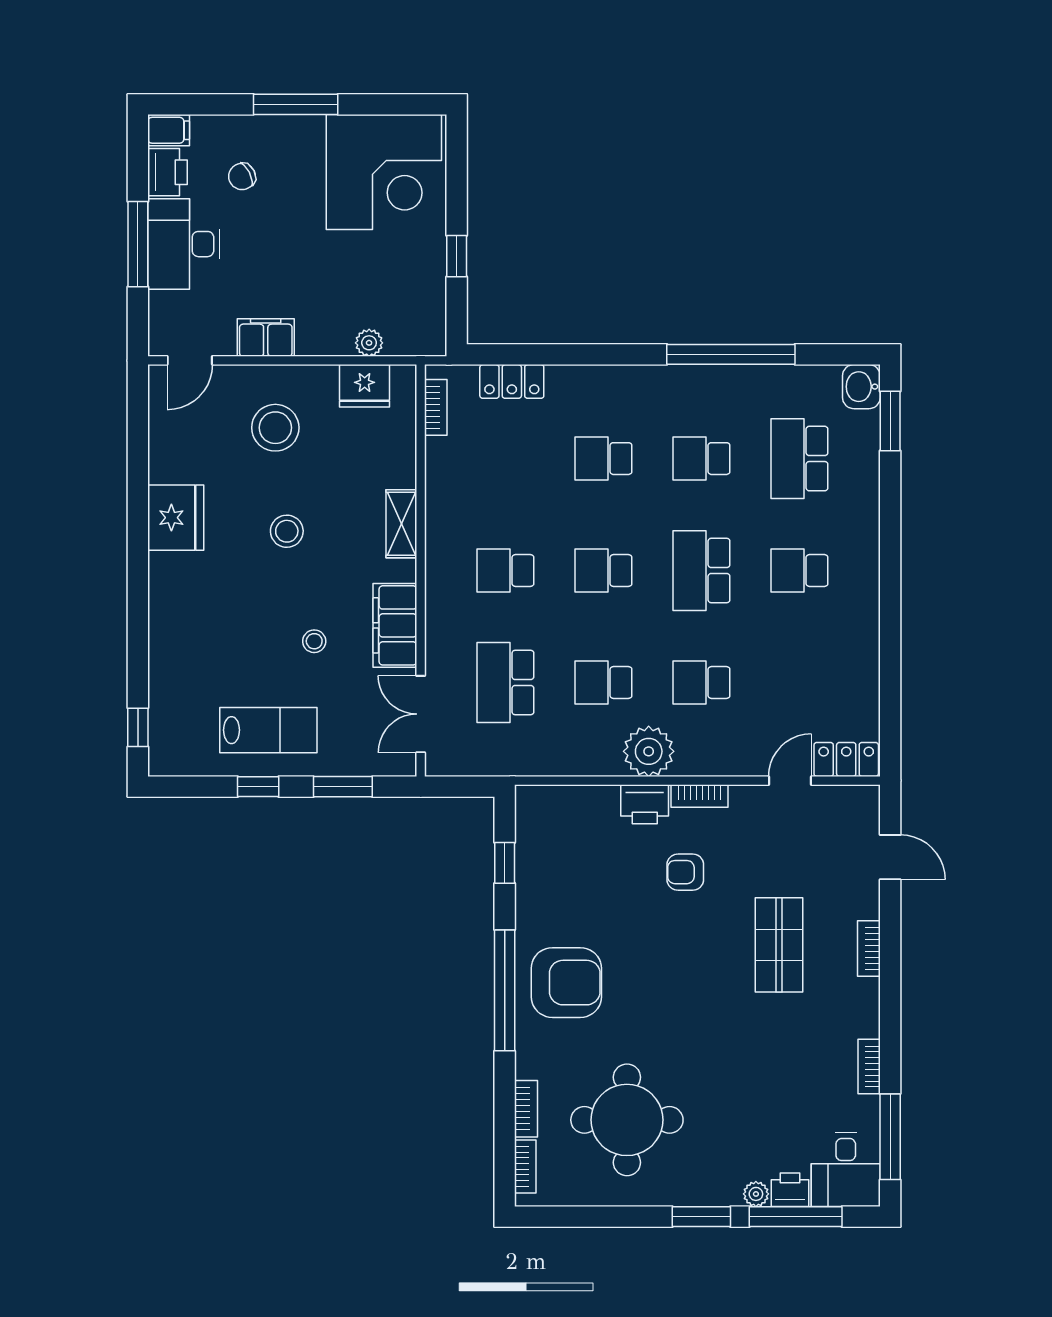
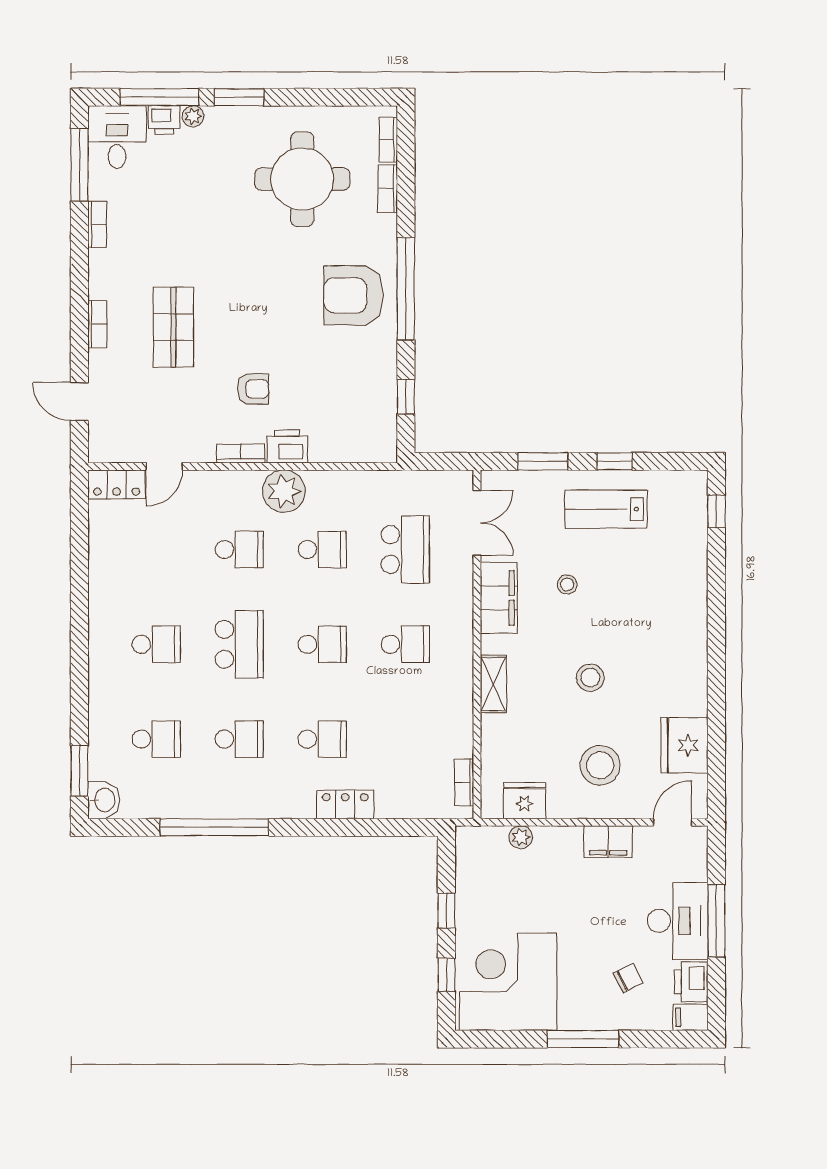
window: (457, 180) -> (446, 975), added
locker: (512, 381) -> (345, 804), moved
school desk: (799, 459) -> (156, 739), width x0.54
fridge: (176, 518) -> (684, 745), moved

